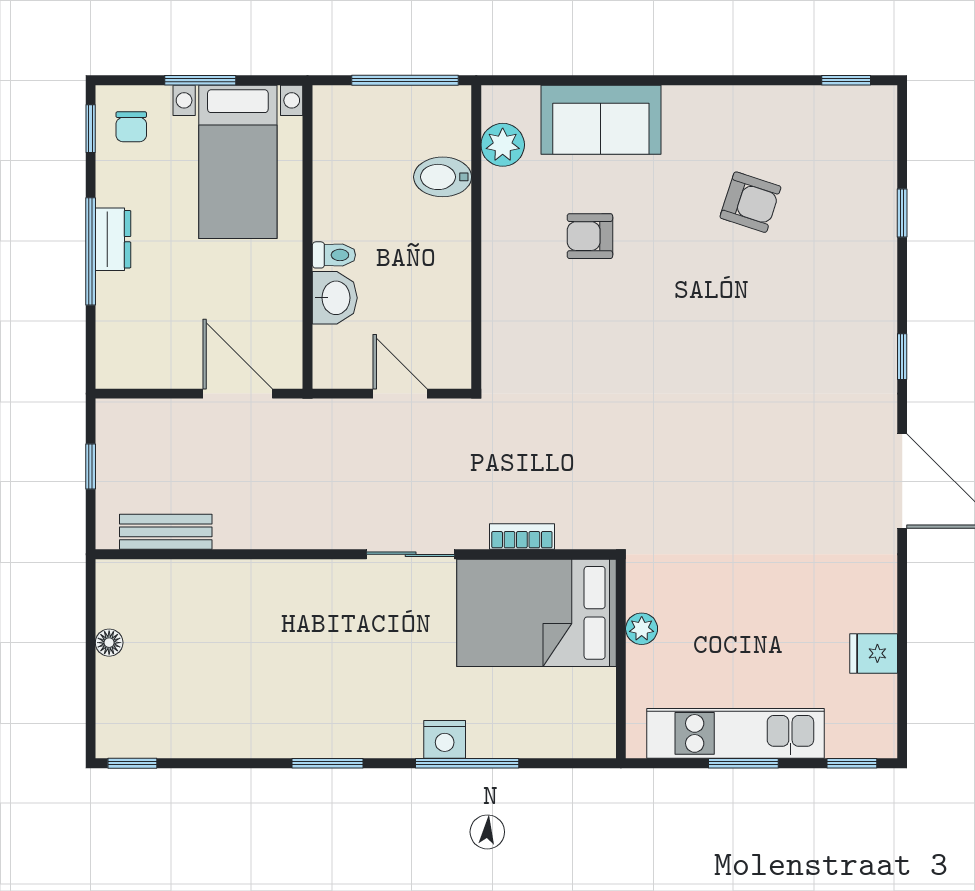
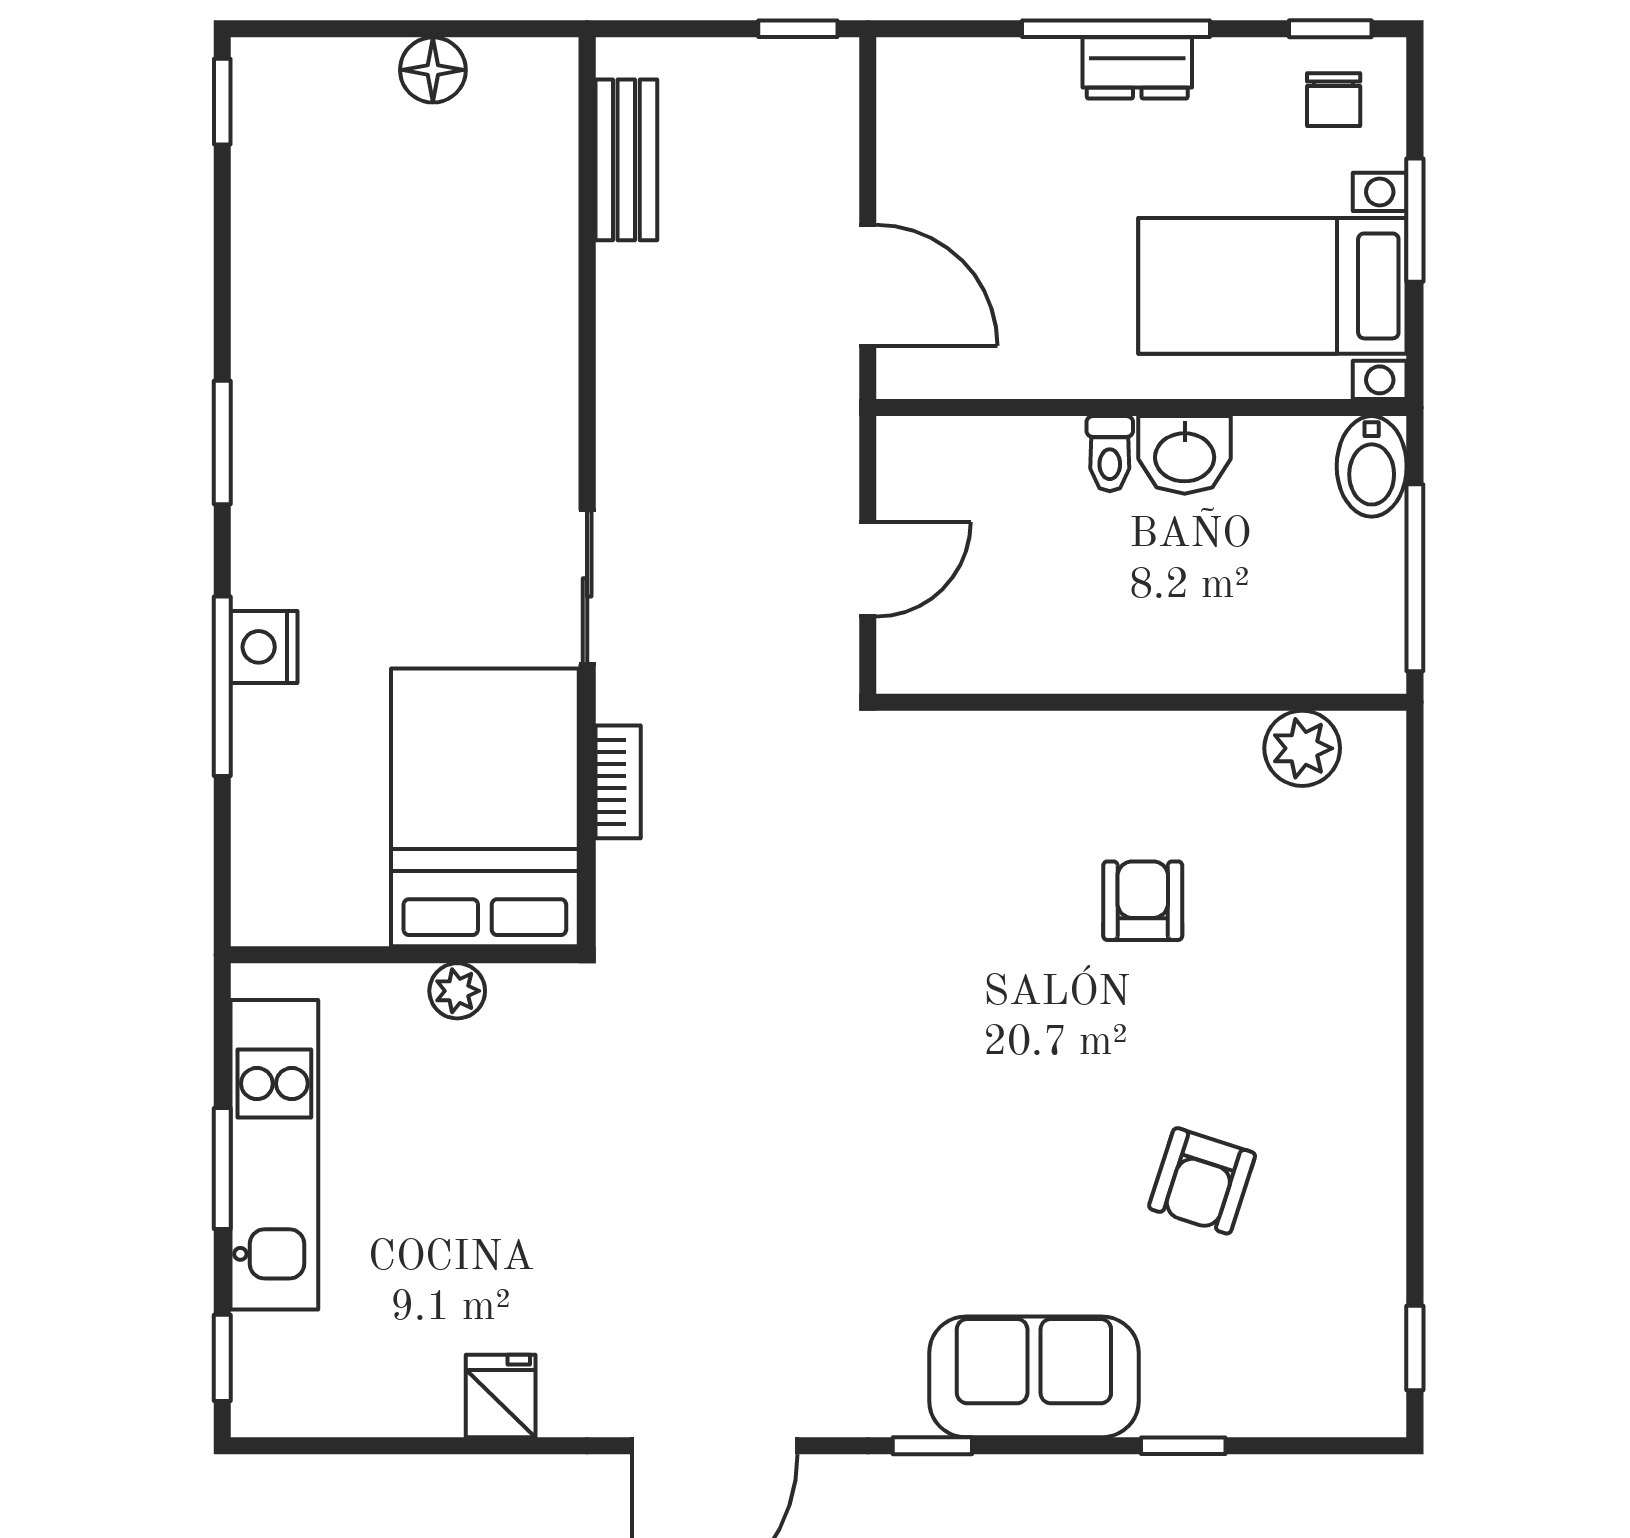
sofa: (601, 120) -> (1034, 1377), moved, turned 90
chair: (131, 127) -> (1334, 100), turned -90
bidet: (443, 177) -> (1372, 466), moved, turned 180
washbasin: (335, 298) -> (1185, 455), moved
door: (238, 394) -> (868, 285), hinge flipped
window: (91, 467) -> (798, 29), moved
floor lamp: (109, 643) -> (433, 70), width x1.37, depth x1.37
fridge: (874, 653) -> (501, 1396), moved

